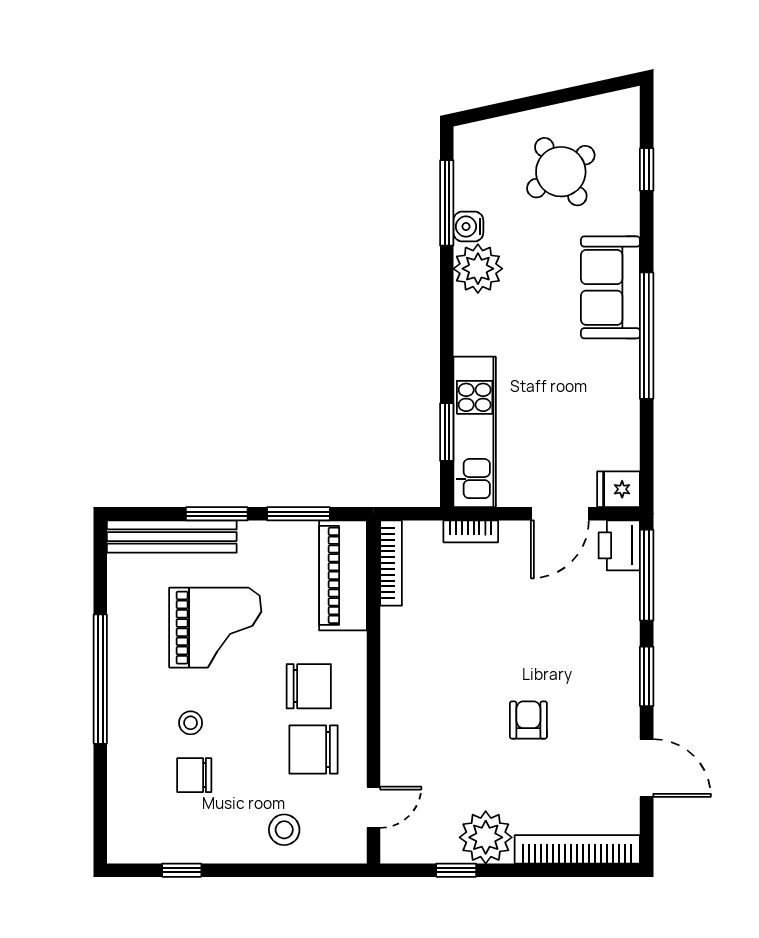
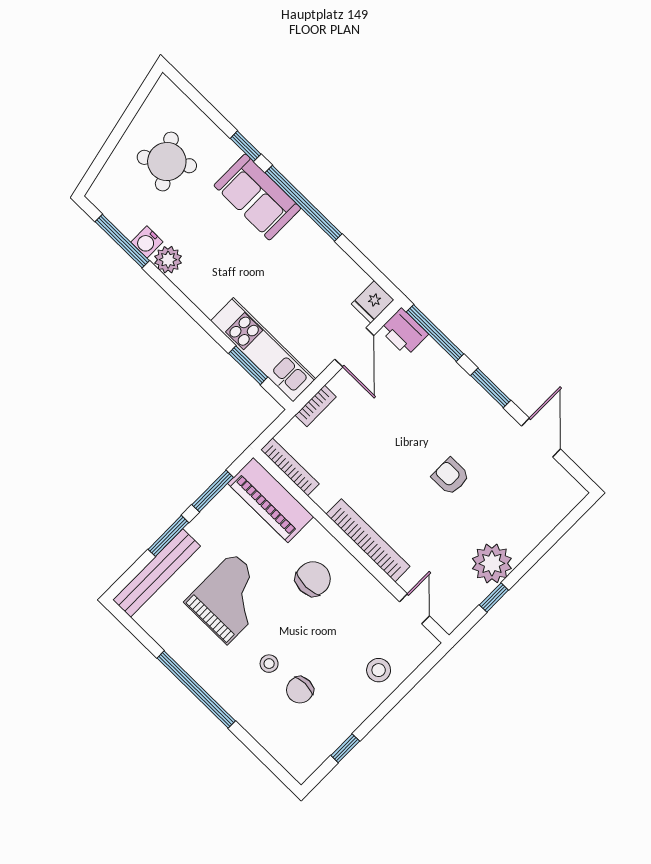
window: (647, 170) -> (246, 146), moved
plant: (478, 269) -> (168, 260), width x0.73, depth x0.73
chair: (314, 749) -> (350, 610), removed
door: (647, 768) -> (541, 437), hinge flipped
bookcase: (577, 849) -> (368, 540), moved, turned 90

